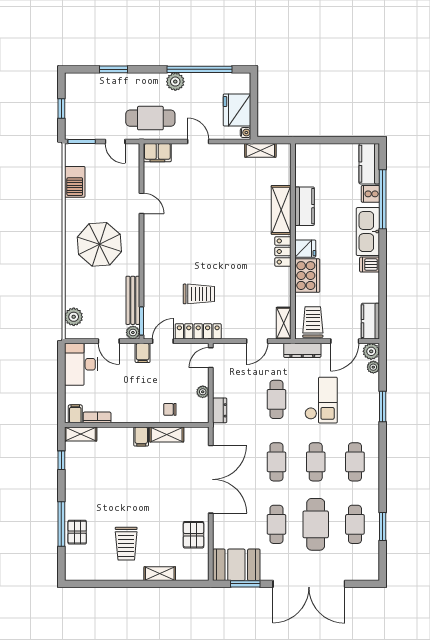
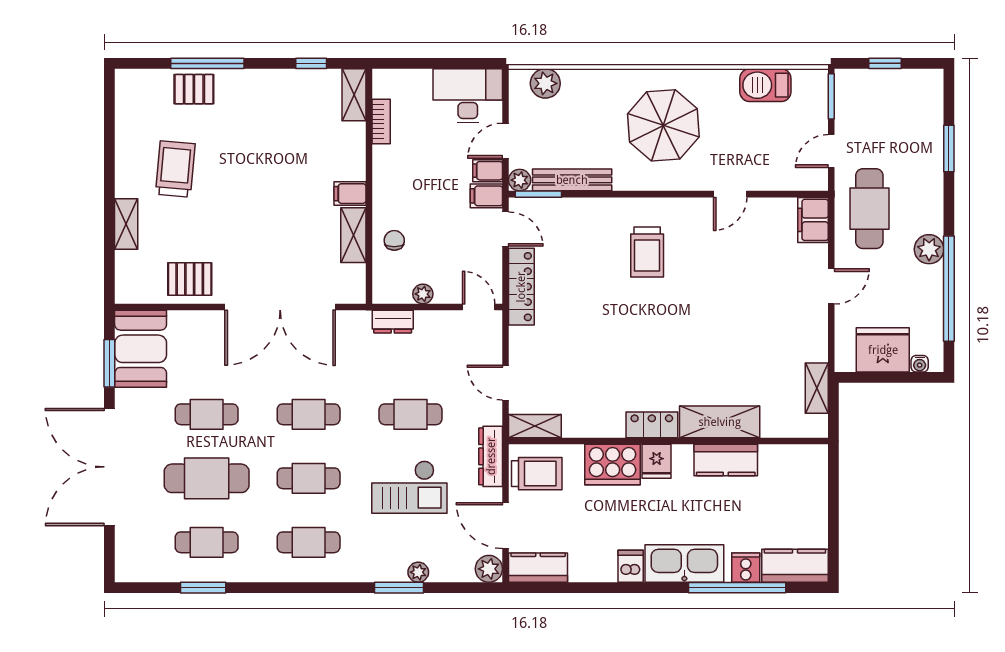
water cooler: (246, 133) -> (920, 364), moved
trolley: (199, 294) -> (647, 252), moved
plant: (373, 367) -> (418, 572), moved
filing cabinet: (75, 414) -> (488, 171), moved, turned 180
trolley: (126, 544) -> (175, 169), turned 95

